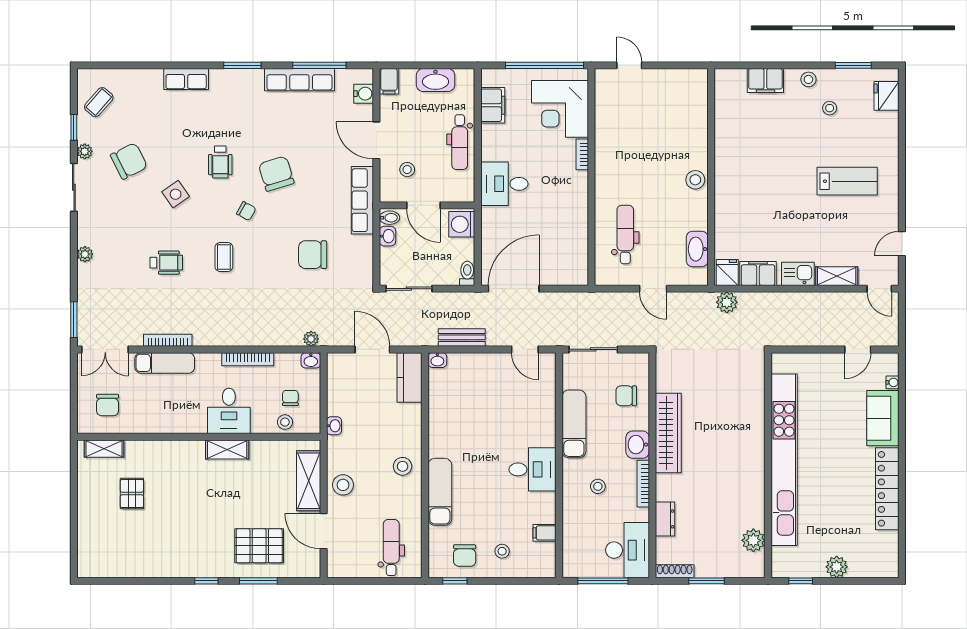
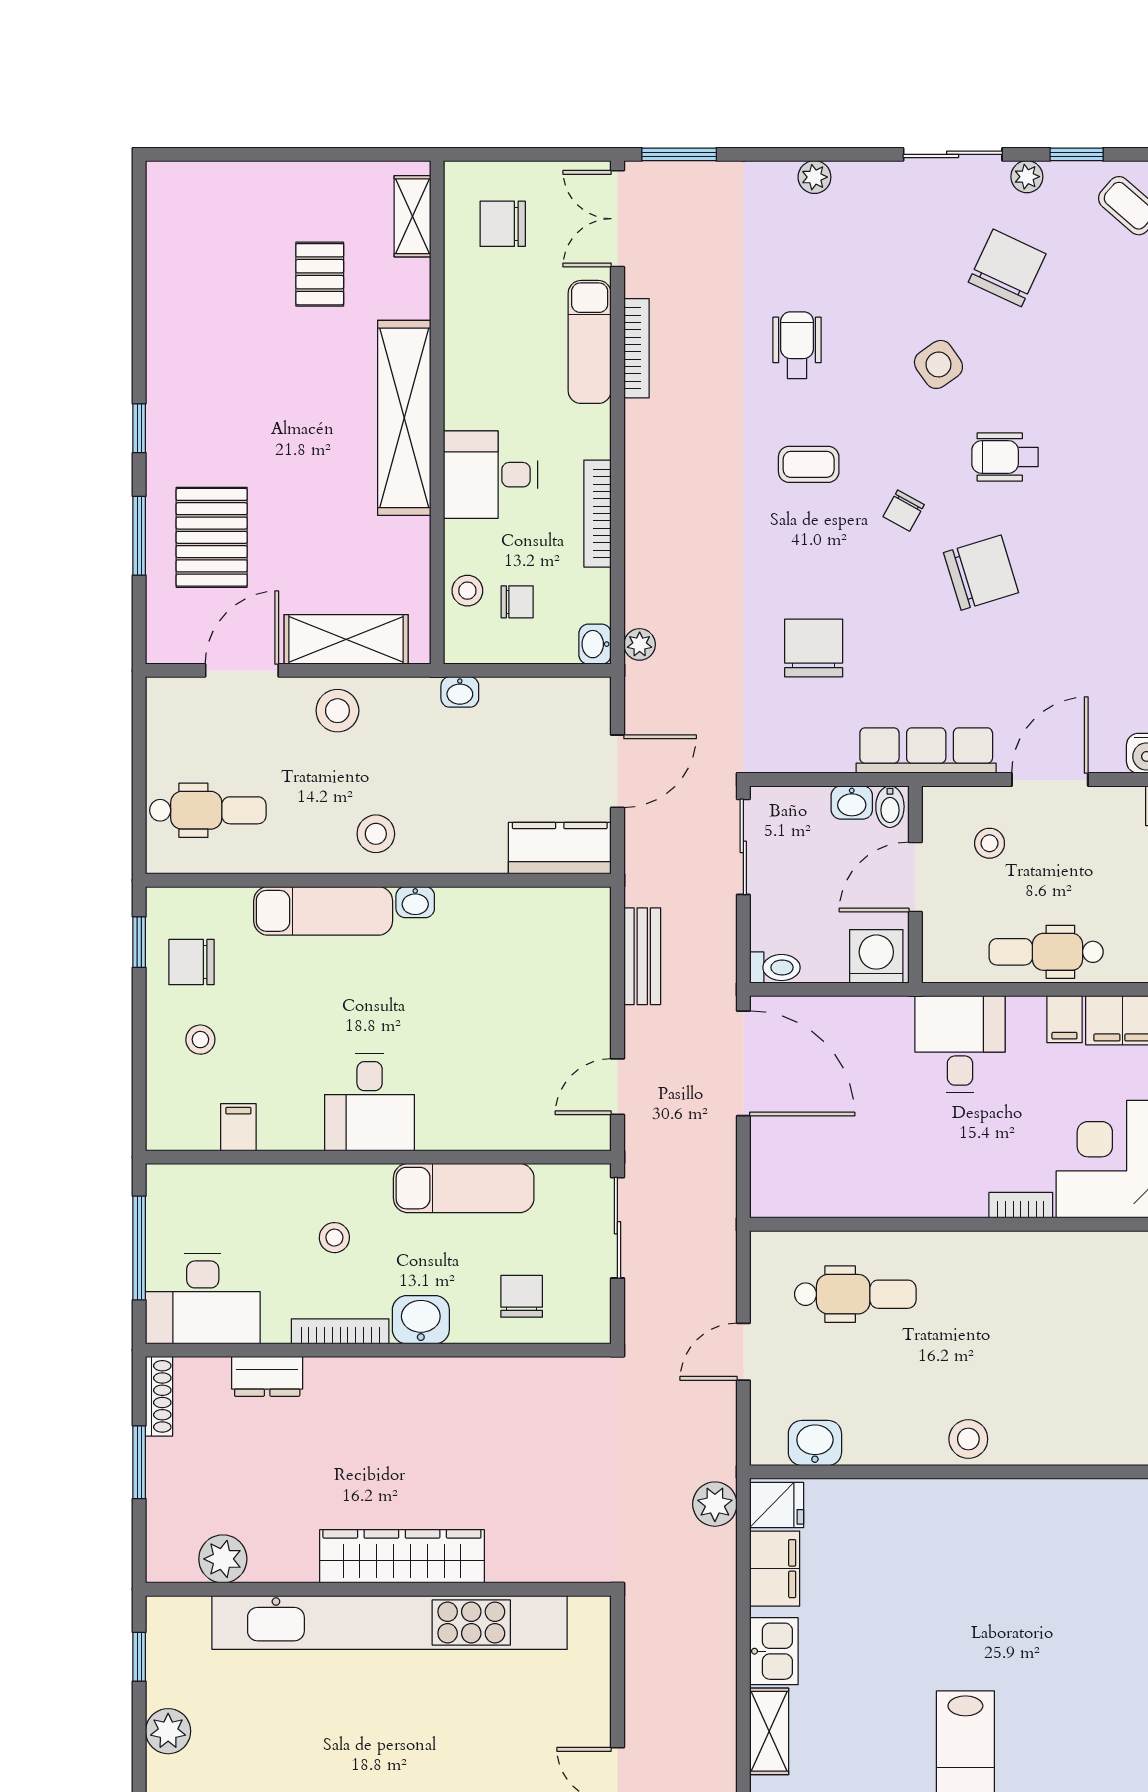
stool: (830, 108) -> (1116, 1717), removed
filing cabinet: (492, 133) -> (1064, 1019), added
chair: (129, 161) -> (1007, 268), turned -128
washbasin: (697, 249) -> (815, 1443), width x0.72
wheelchair: (166, 263) -> (797, 345), turned 180
washbasin: (437, 360) -> (415, 902), moved, turned -90
wardrobe: (668, 433) -> (402, 1556), moved, turned 180
shelving: (227, 449) -> (404, 418), width x2.20, depth x1.33
pallet: (132, 494) -> (320, 274), turned 90

